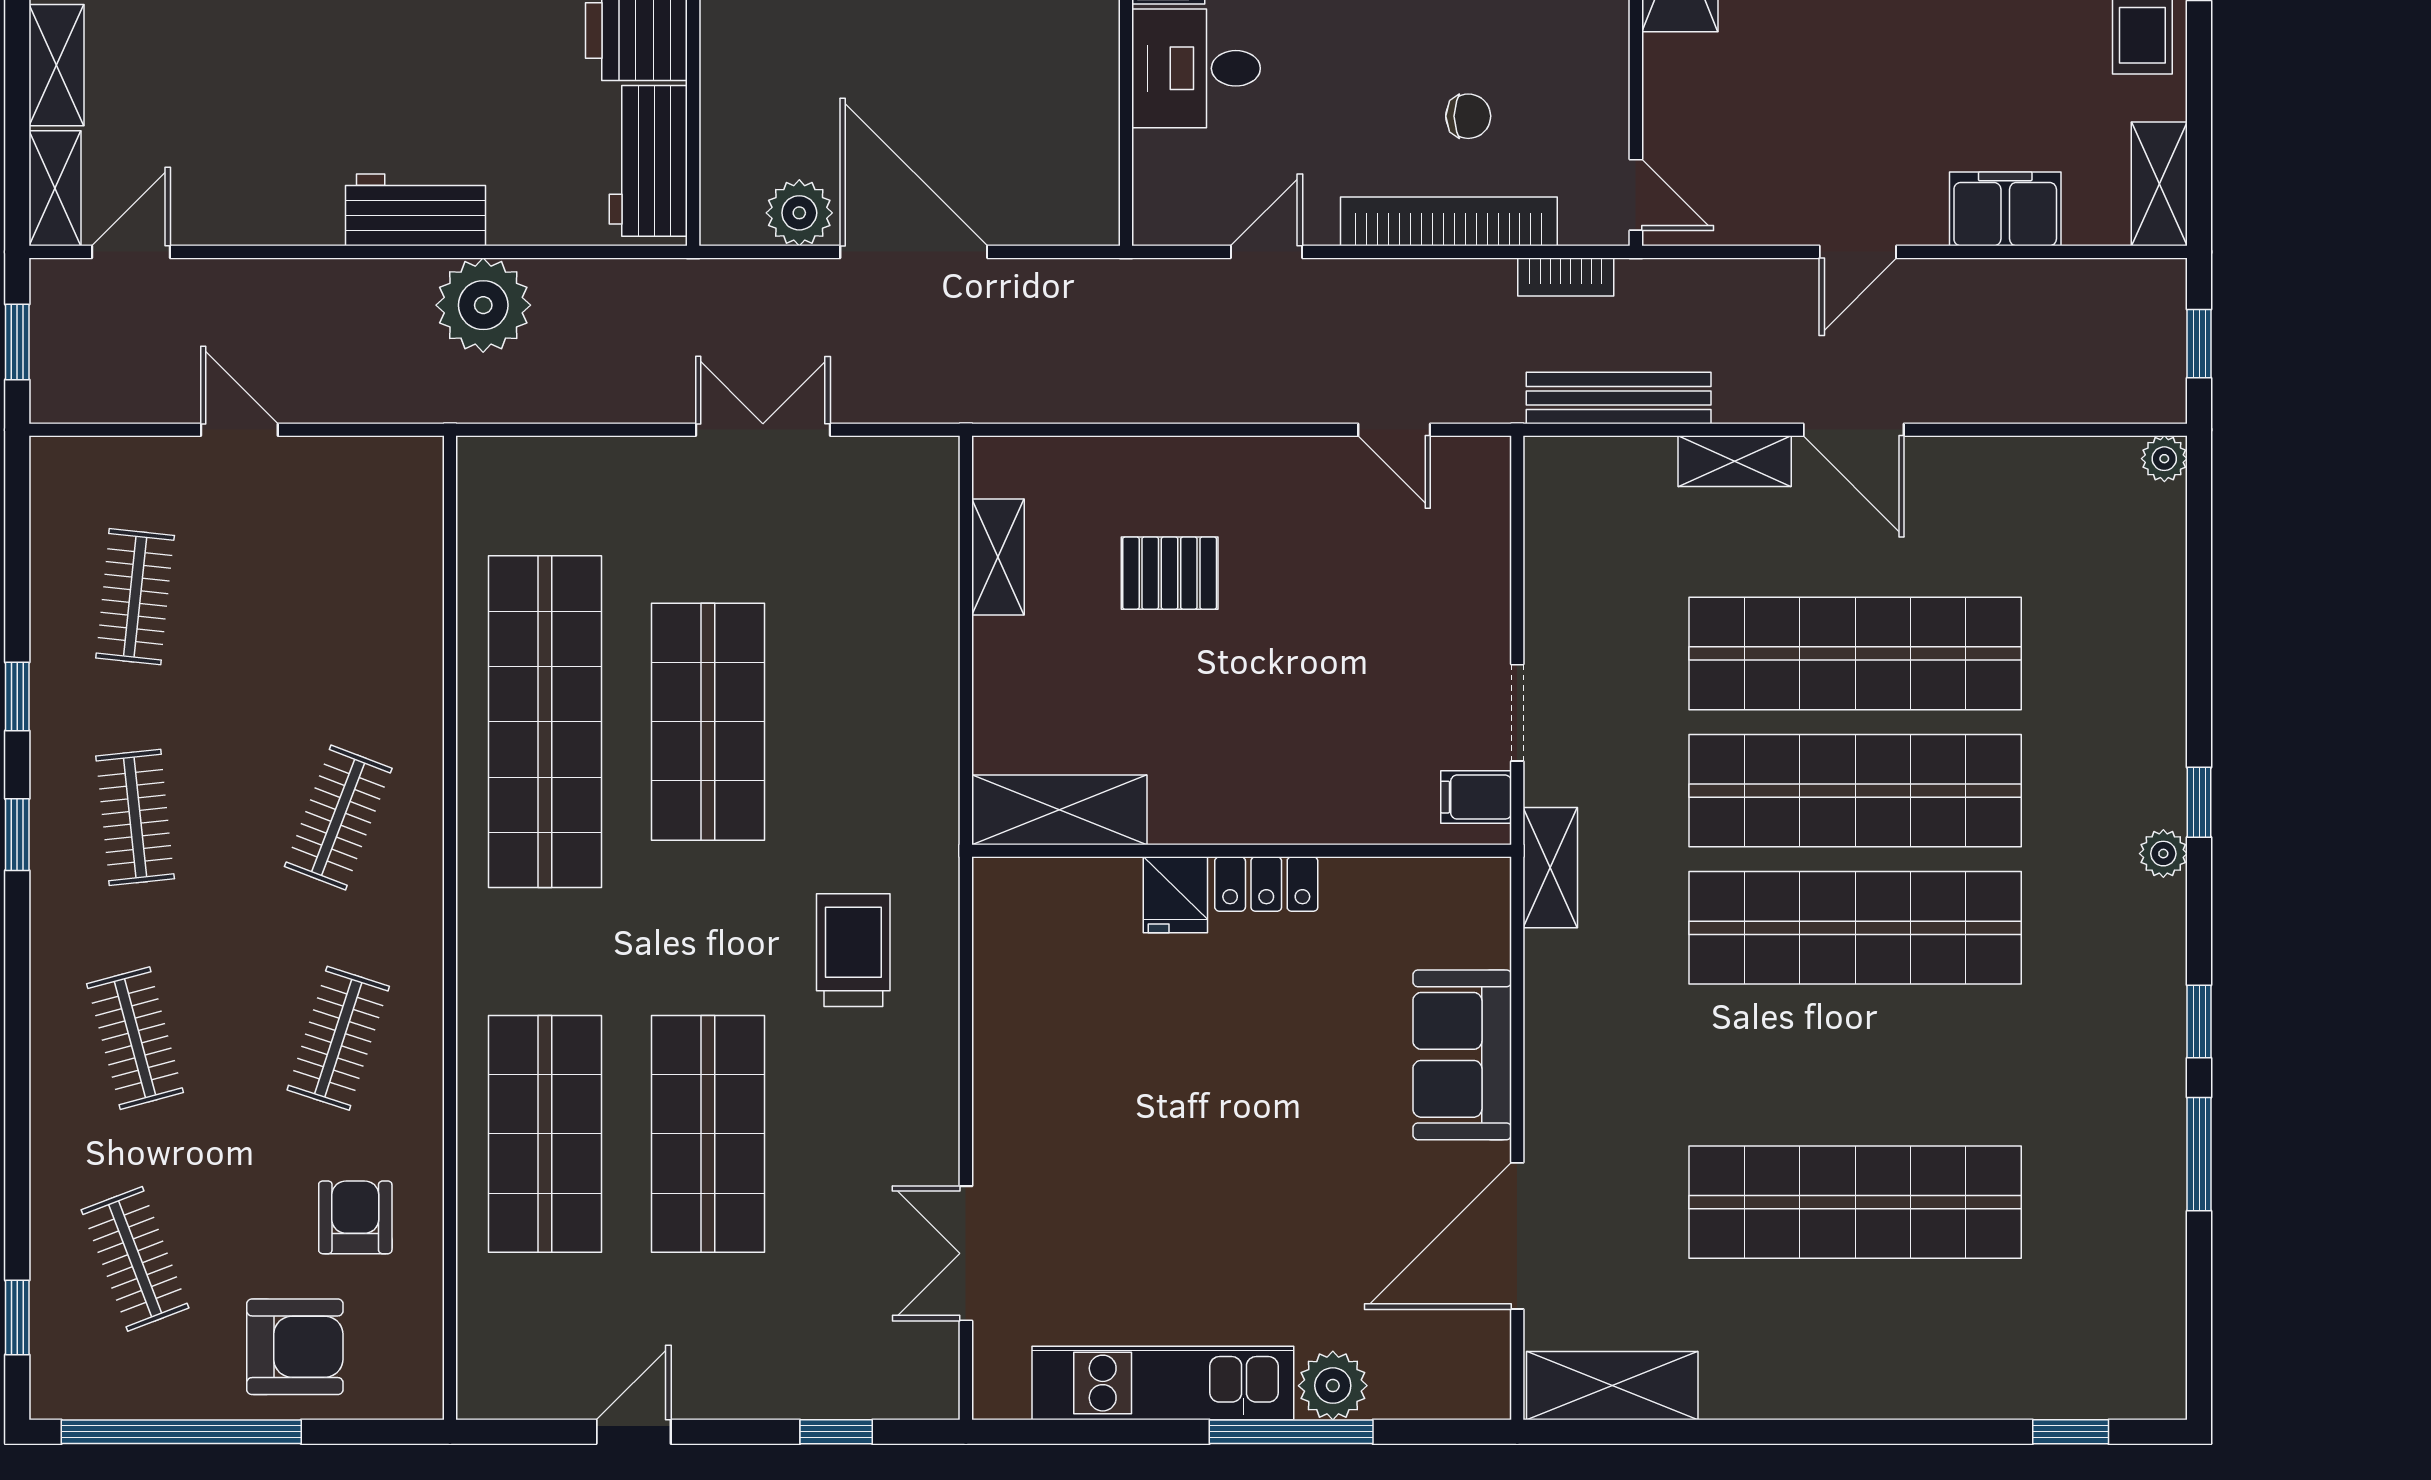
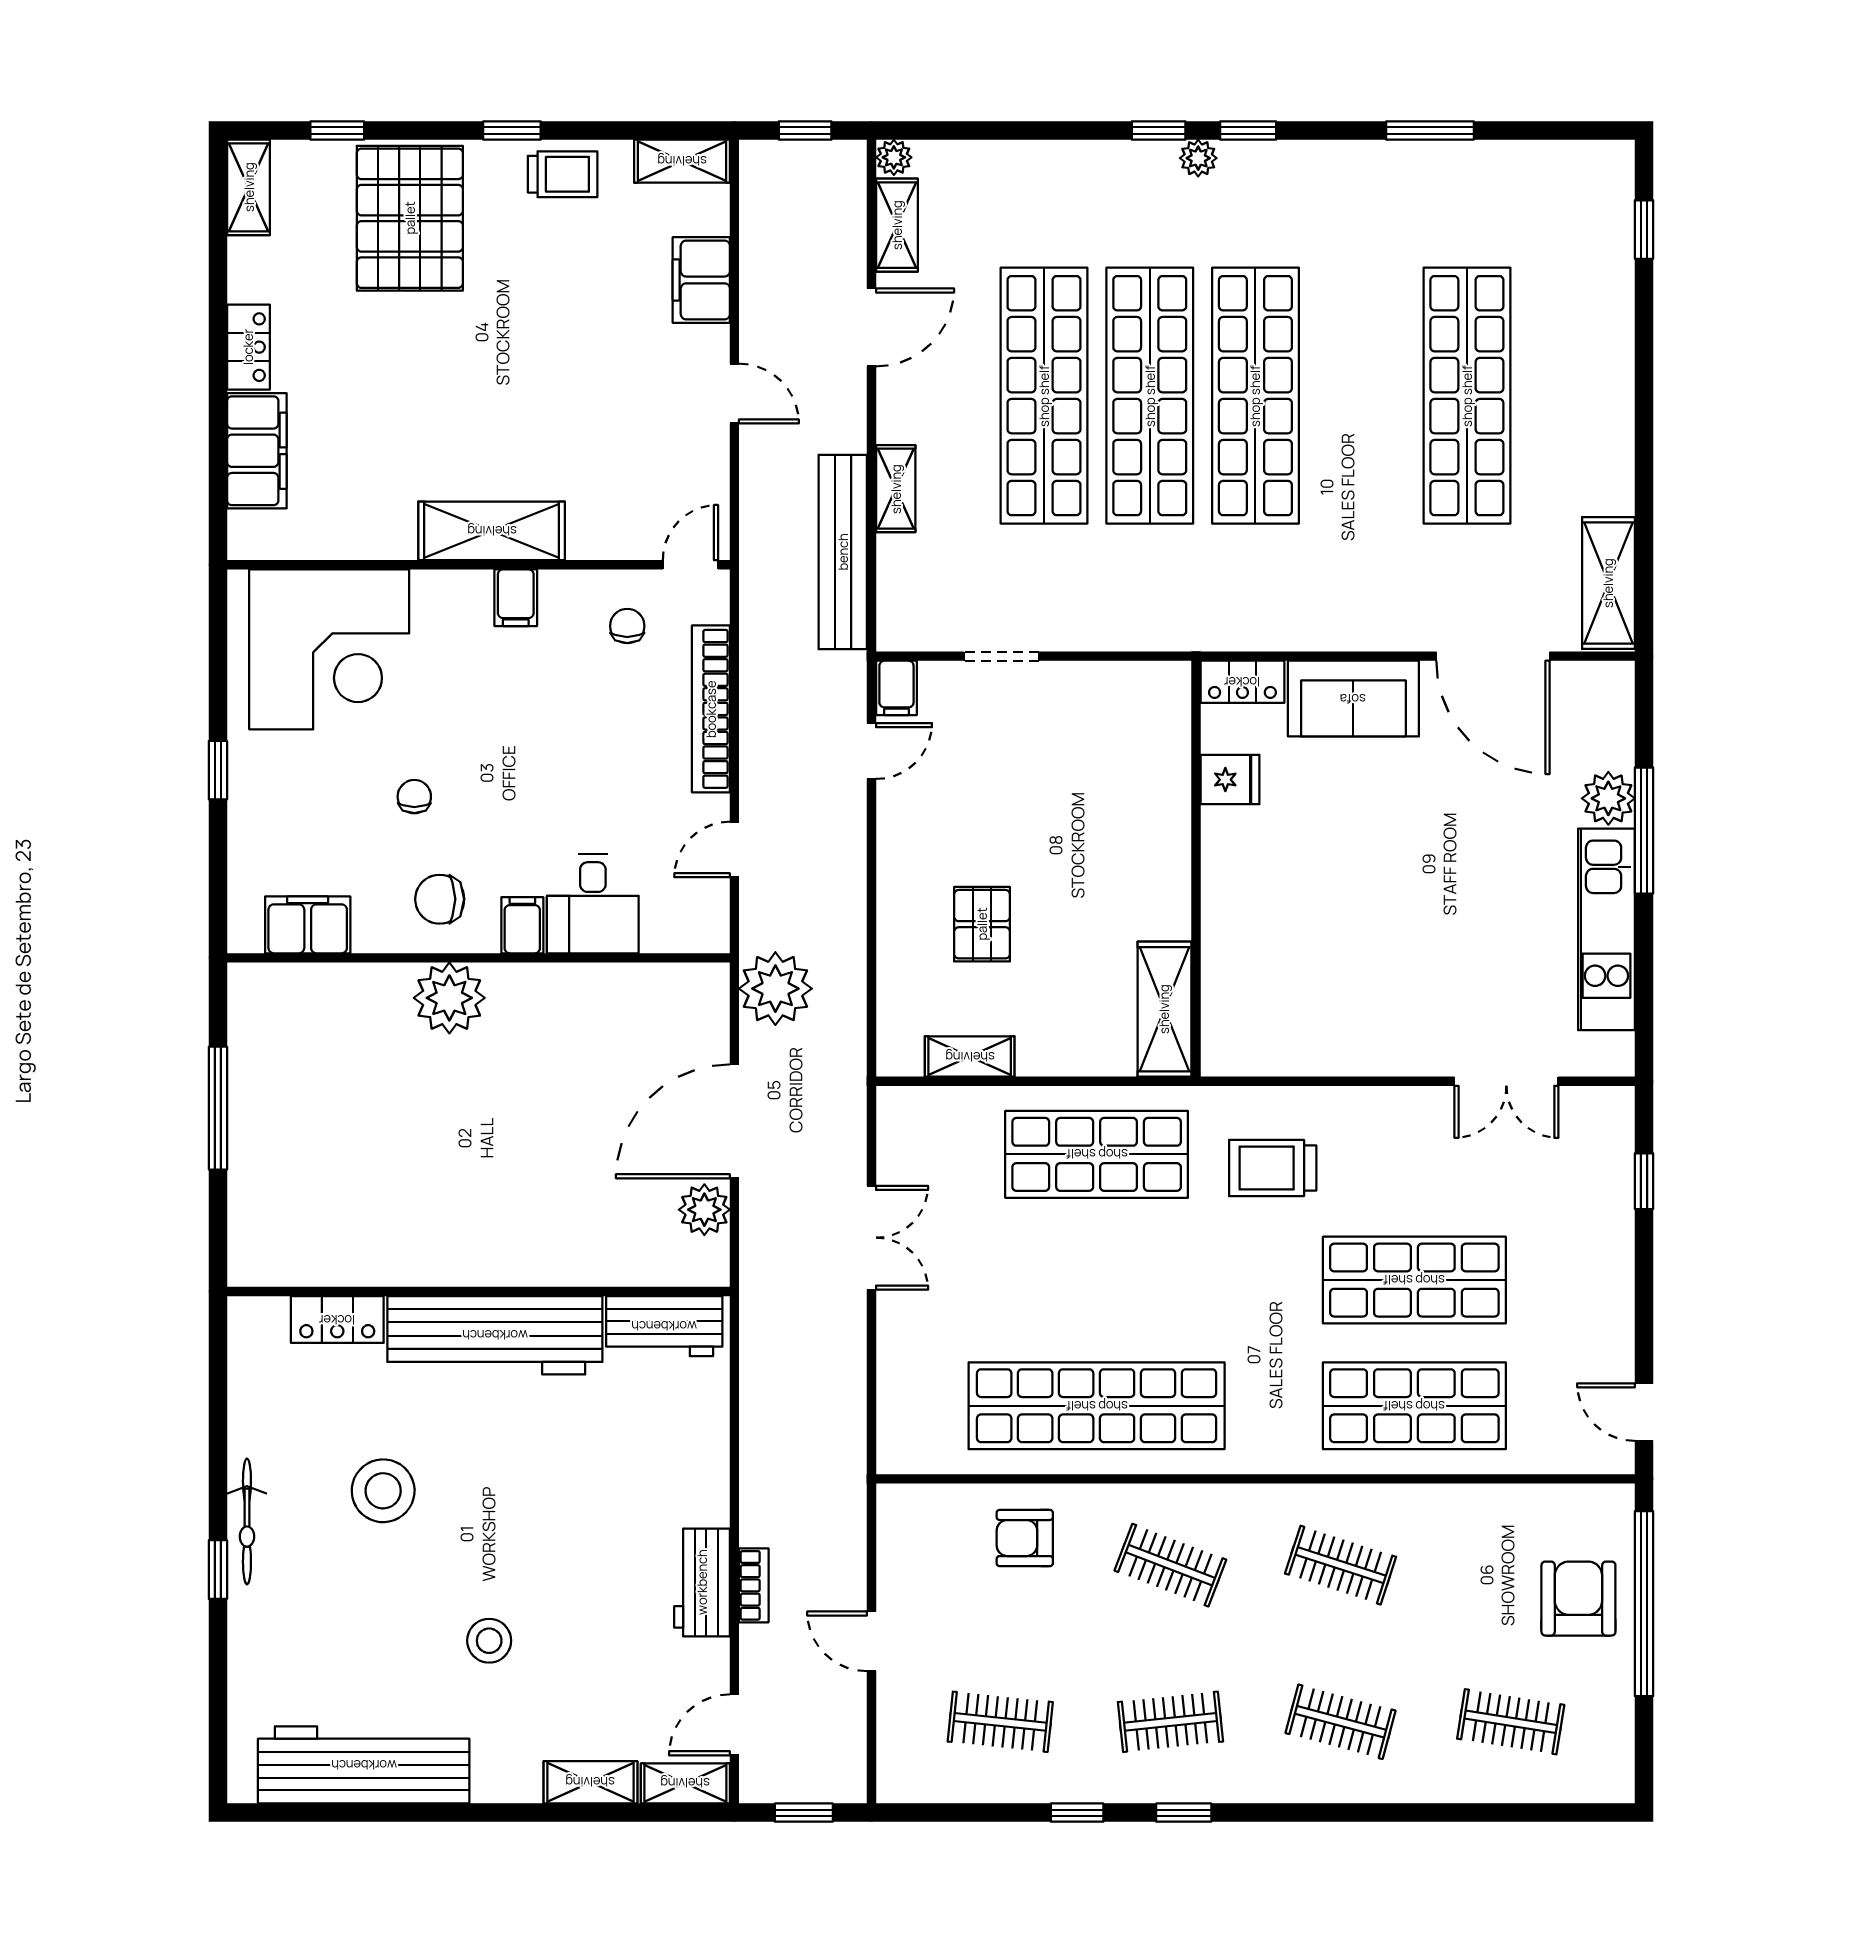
chair: (1468, 116) -> (627, 626), moved
workbench: (415, 210) -> (702, 1582), moved
door: (131, 252) -> (734, 1725), hinge flipped
door: (1267, 252) -> (734, 849), hinge flipped
bookcase: (1566, 277) -> (754, 1585), moved
plant: (483, 305) -> (775, 989), moved
bench: (1619, 398) -> (843, 552), width x1.37, depth x1.21
door: (239, 430) -> (872, 1641), hinge flipped
double door: (763, 430) -> (872, 1238), swing flipped
door: (1854, 430) -> (872, 327), moved
doorway: (1517, 713) -> (1001, 656), moved
shop shelf: (708, 722) -> (1097, 1154), moved
filing cabinet: (1476, 797) -> (896, 688), moved
shelving: (1550, 868) -> (897, 225), moved, turned 90
locker: (1266, 884) -> (1242, 682), moved, turned 90
fridge: (1175, 895) -> (1230, 780), moved
window: (2199, 1022) -> (1248, 131), moved
clothes rail: (135, 1038) -> (1341, 1722), turned 30
armchair: (355, 1217) -> (1025, 1538), moved
clothes rail: (135, 1259) -> (1511, 1722), turned 30
window: (17, 1317) -> (1556, 1813), removed
window: (181, 1432) -> (1644, 1604), moved
door: (634, 1432) -> (1644, 1412), moved

